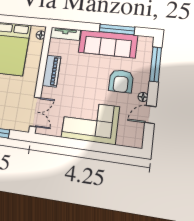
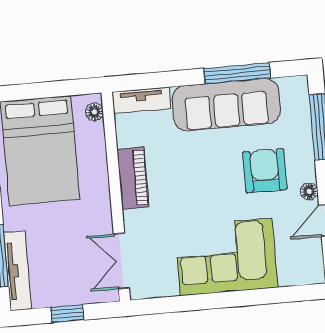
armchair: (121, 81) -> (265, 171), turned 180
double door: (35, 112) -> (121, 261), swing flipped

